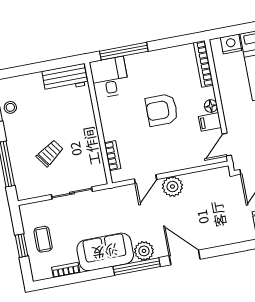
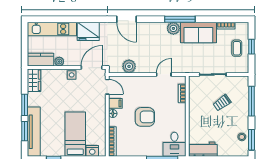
door: (227, 145) -> (107, 87), hinge flipped
plant: (172, 187) -> (129, 66), moved
door: (185, 257) -> (126, 19), moved

